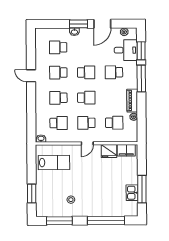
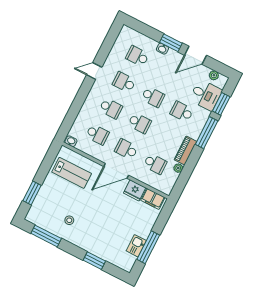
door: (31, 76) -> (94, 71), hinge flipped
school desk: (58, 98) -> (111, 108), turned 180
door: (87, 143) -> (116, 171), width x1.88
window: (106, 221) -> (94, 261), width x0.47

